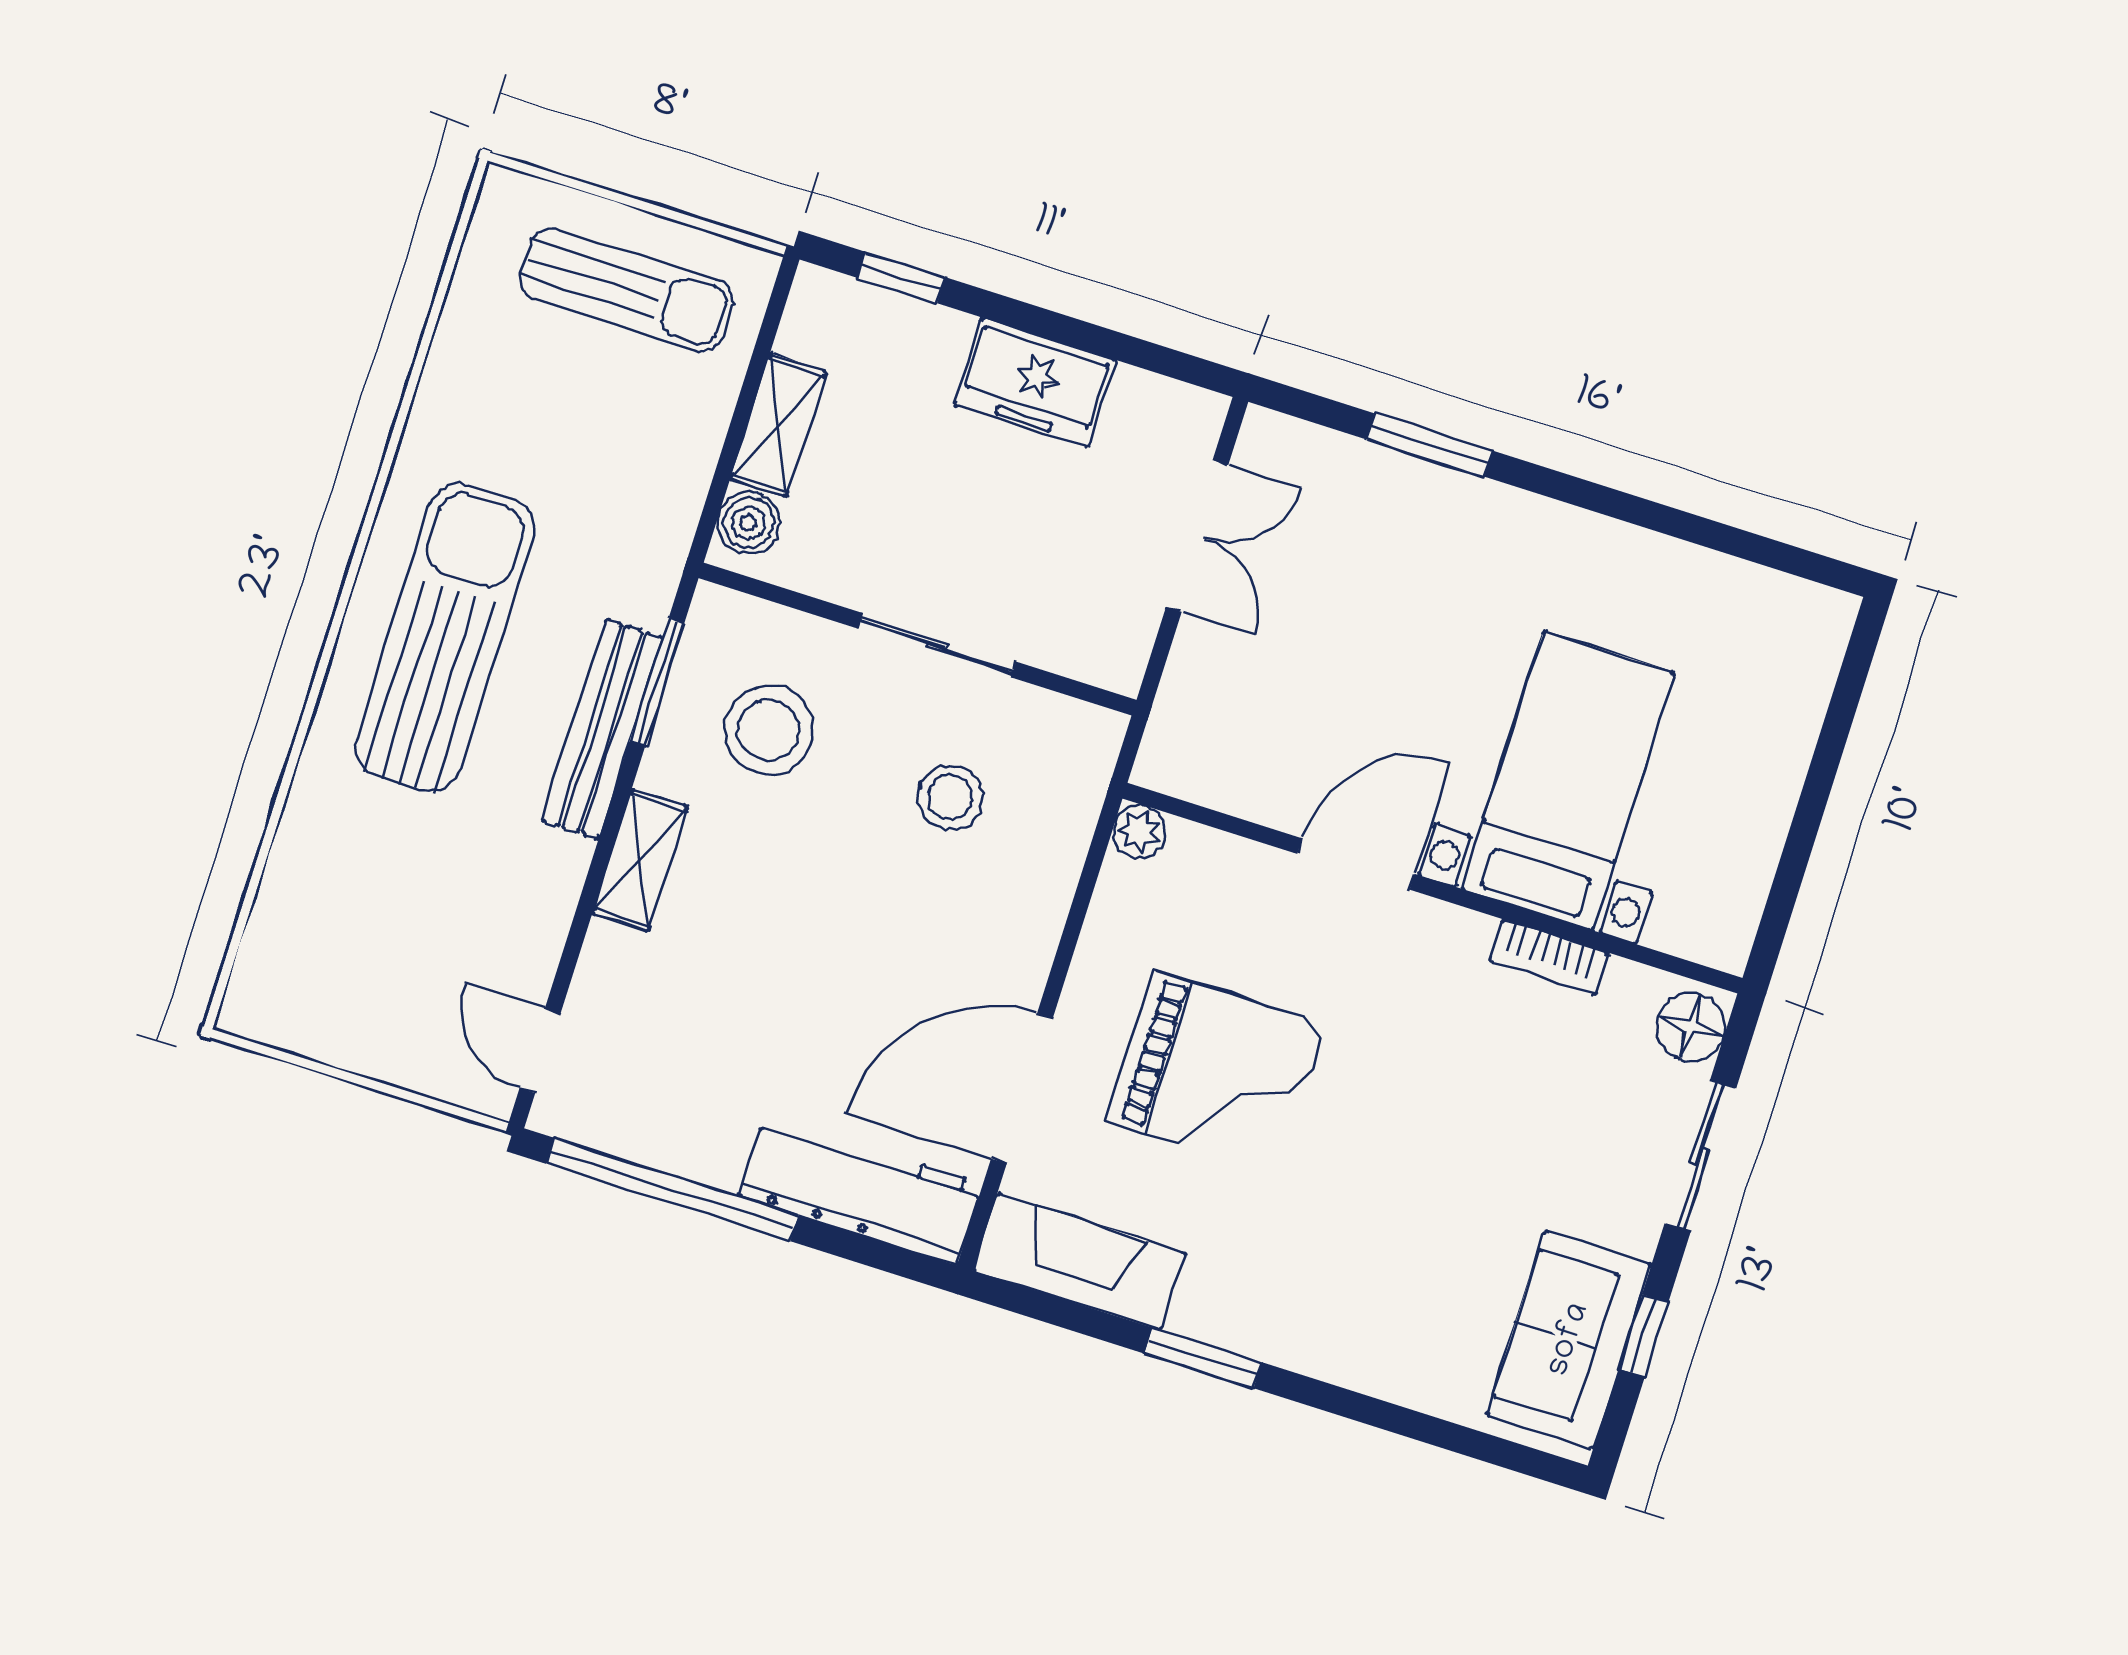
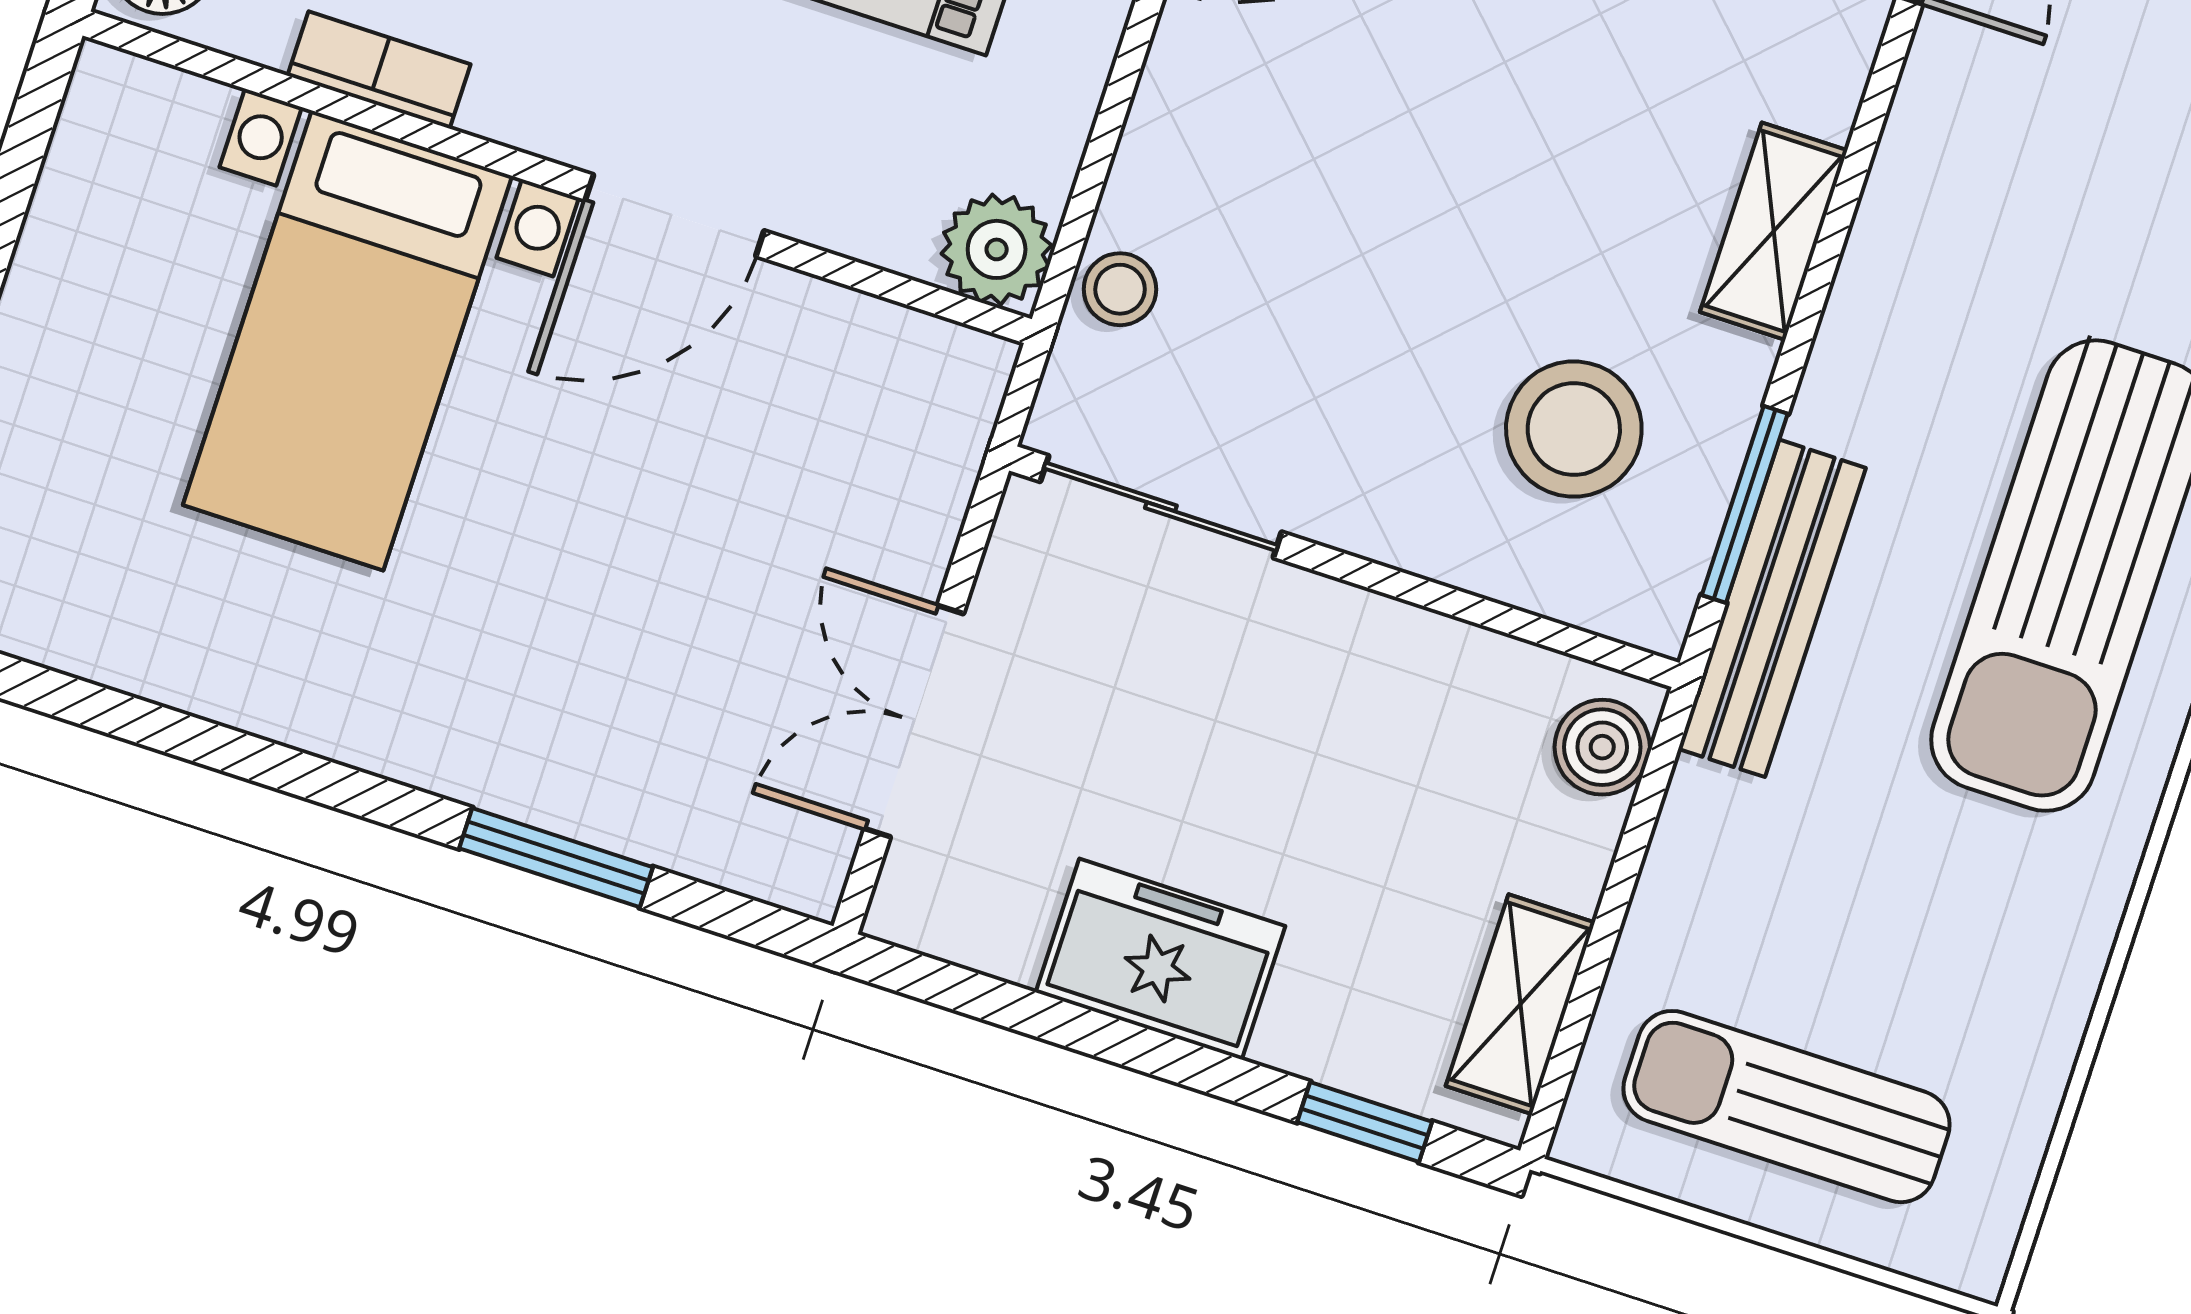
shelving: (778, 425) -> (1520, 1004), moved
sliding door: (937, 645) -> (1161, 507), moved
bench: (602, 729) -> (1772, 608), moved
stool: (950, 797) -> (1120, 289), moved, width x0.73, depth x0.73
plant: (1139, 831) -> (997, 249), width x1.38, depth x1.38

